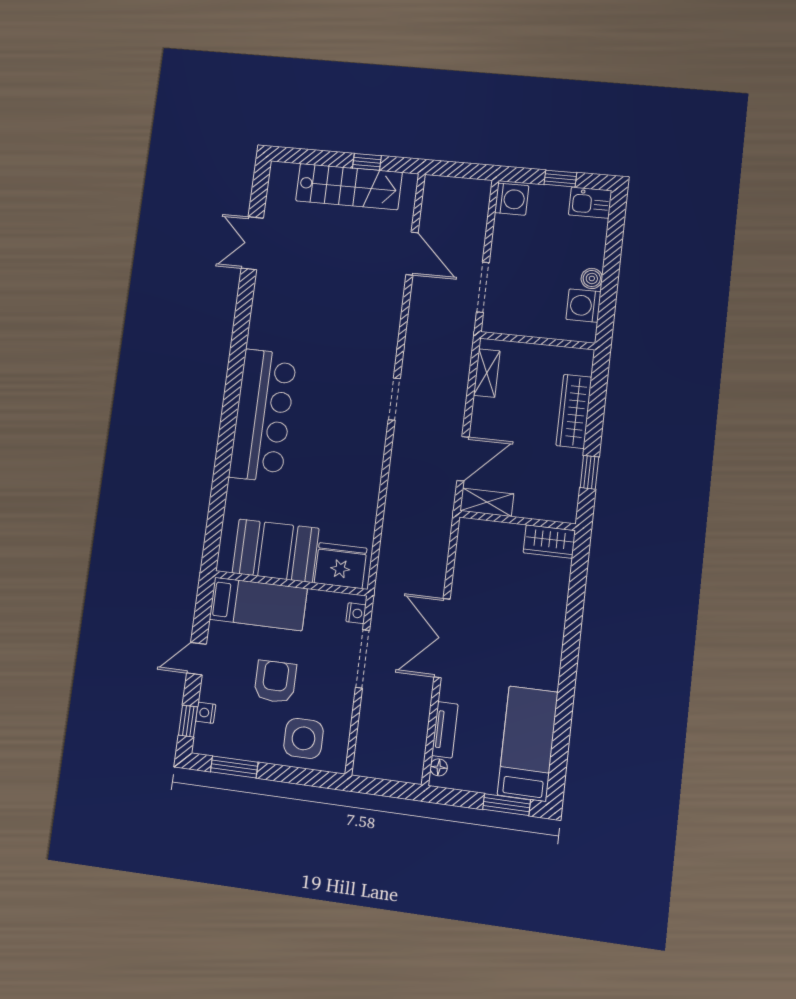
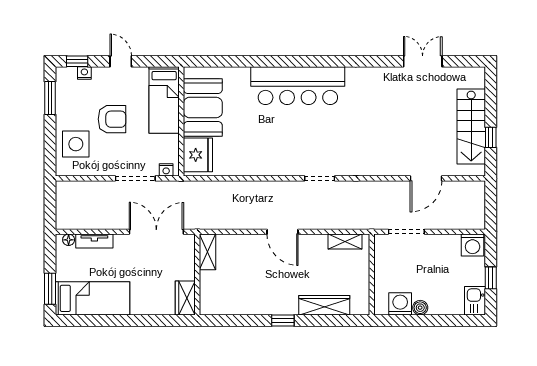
shelving: (487, 502) -> (208, 252), moved
wall: (517, 521) -> (197, 274), moved
wardrobe: (549, 542) -> (185, 298), moved

